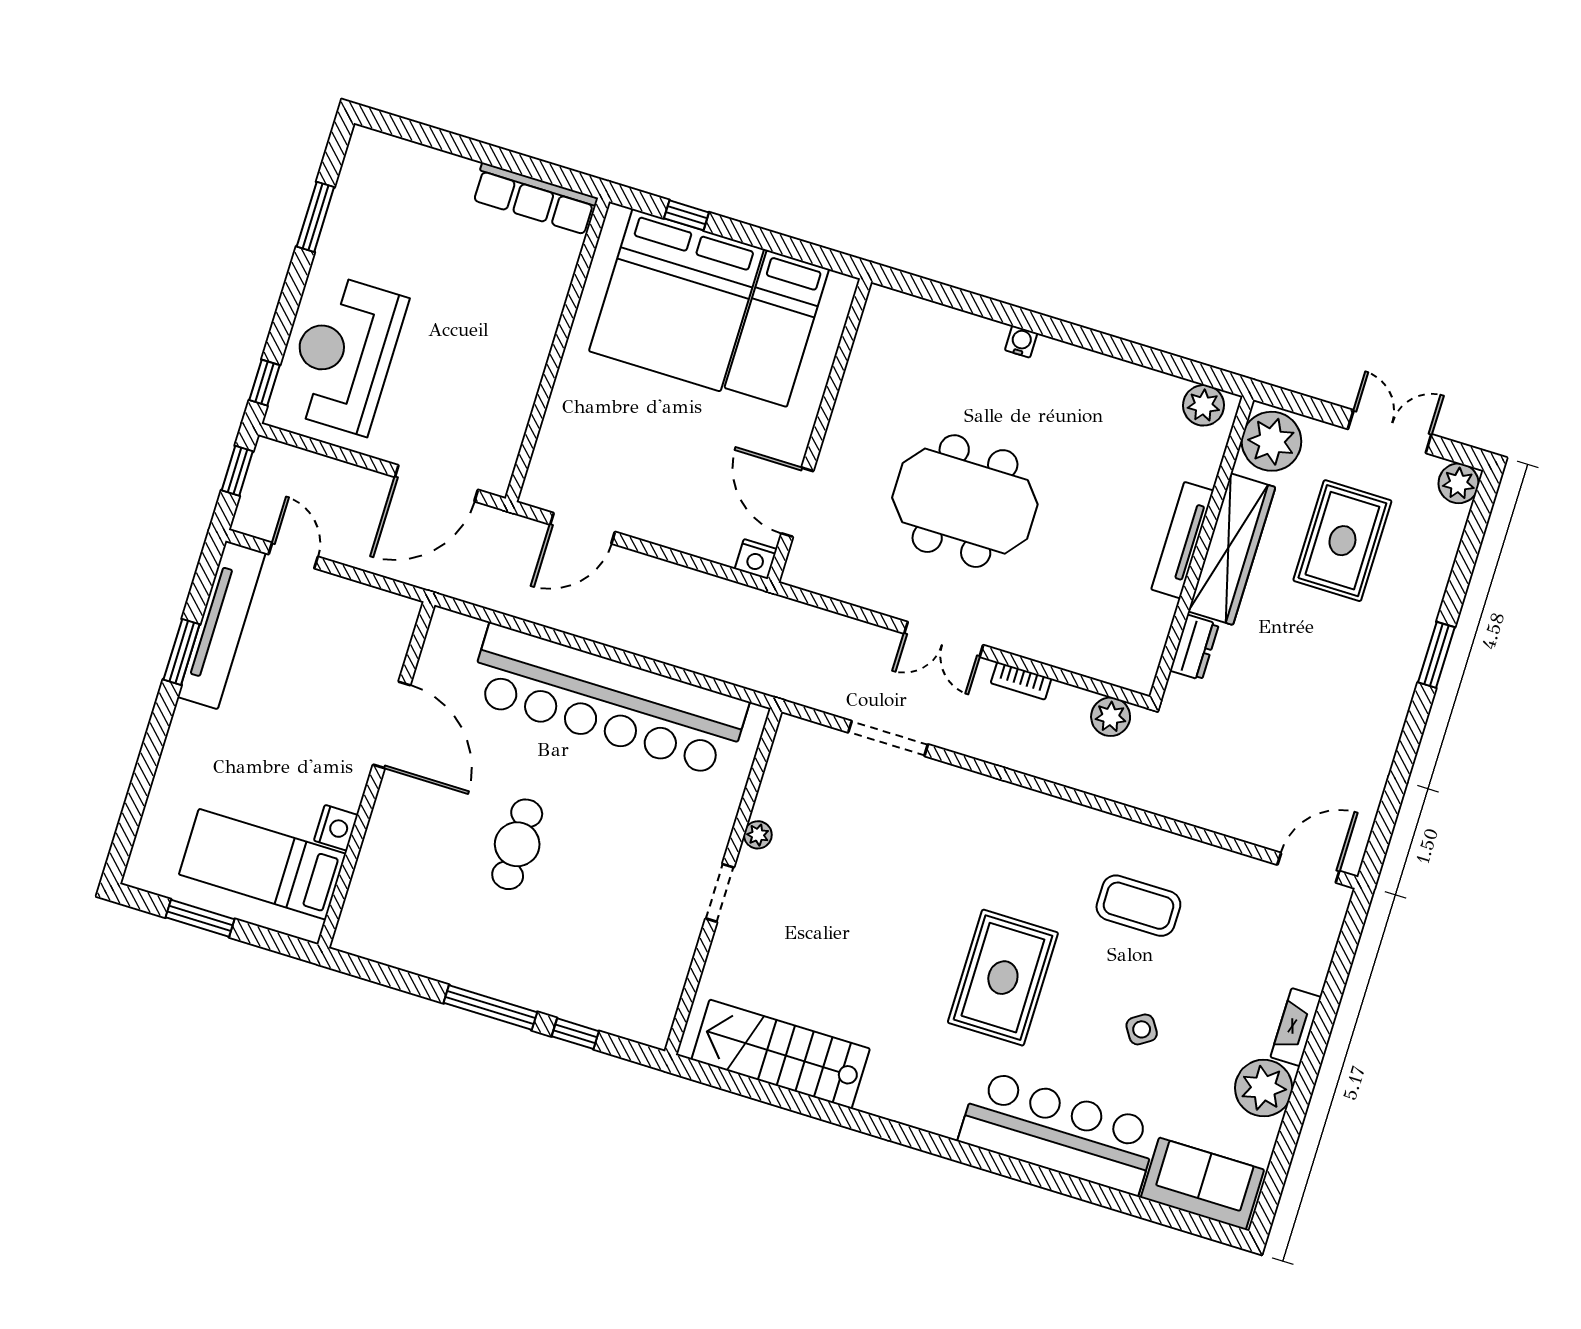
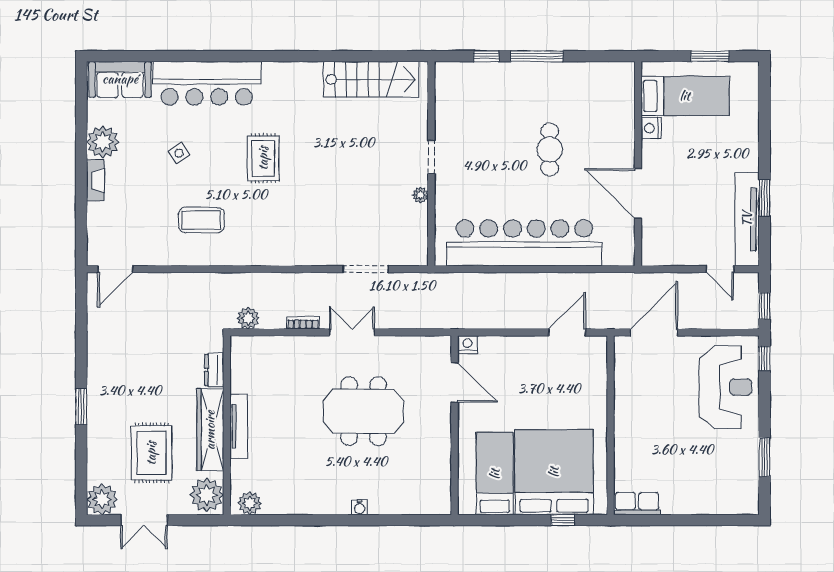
row of seats: (535, 199) -> (637, 504), width x0.68
plant: (1459, 483) -> (102, 499), width x1.36, depth x1.36
rug: (1003, 978) -> (263, 158), width x0.73, depth x0.70

